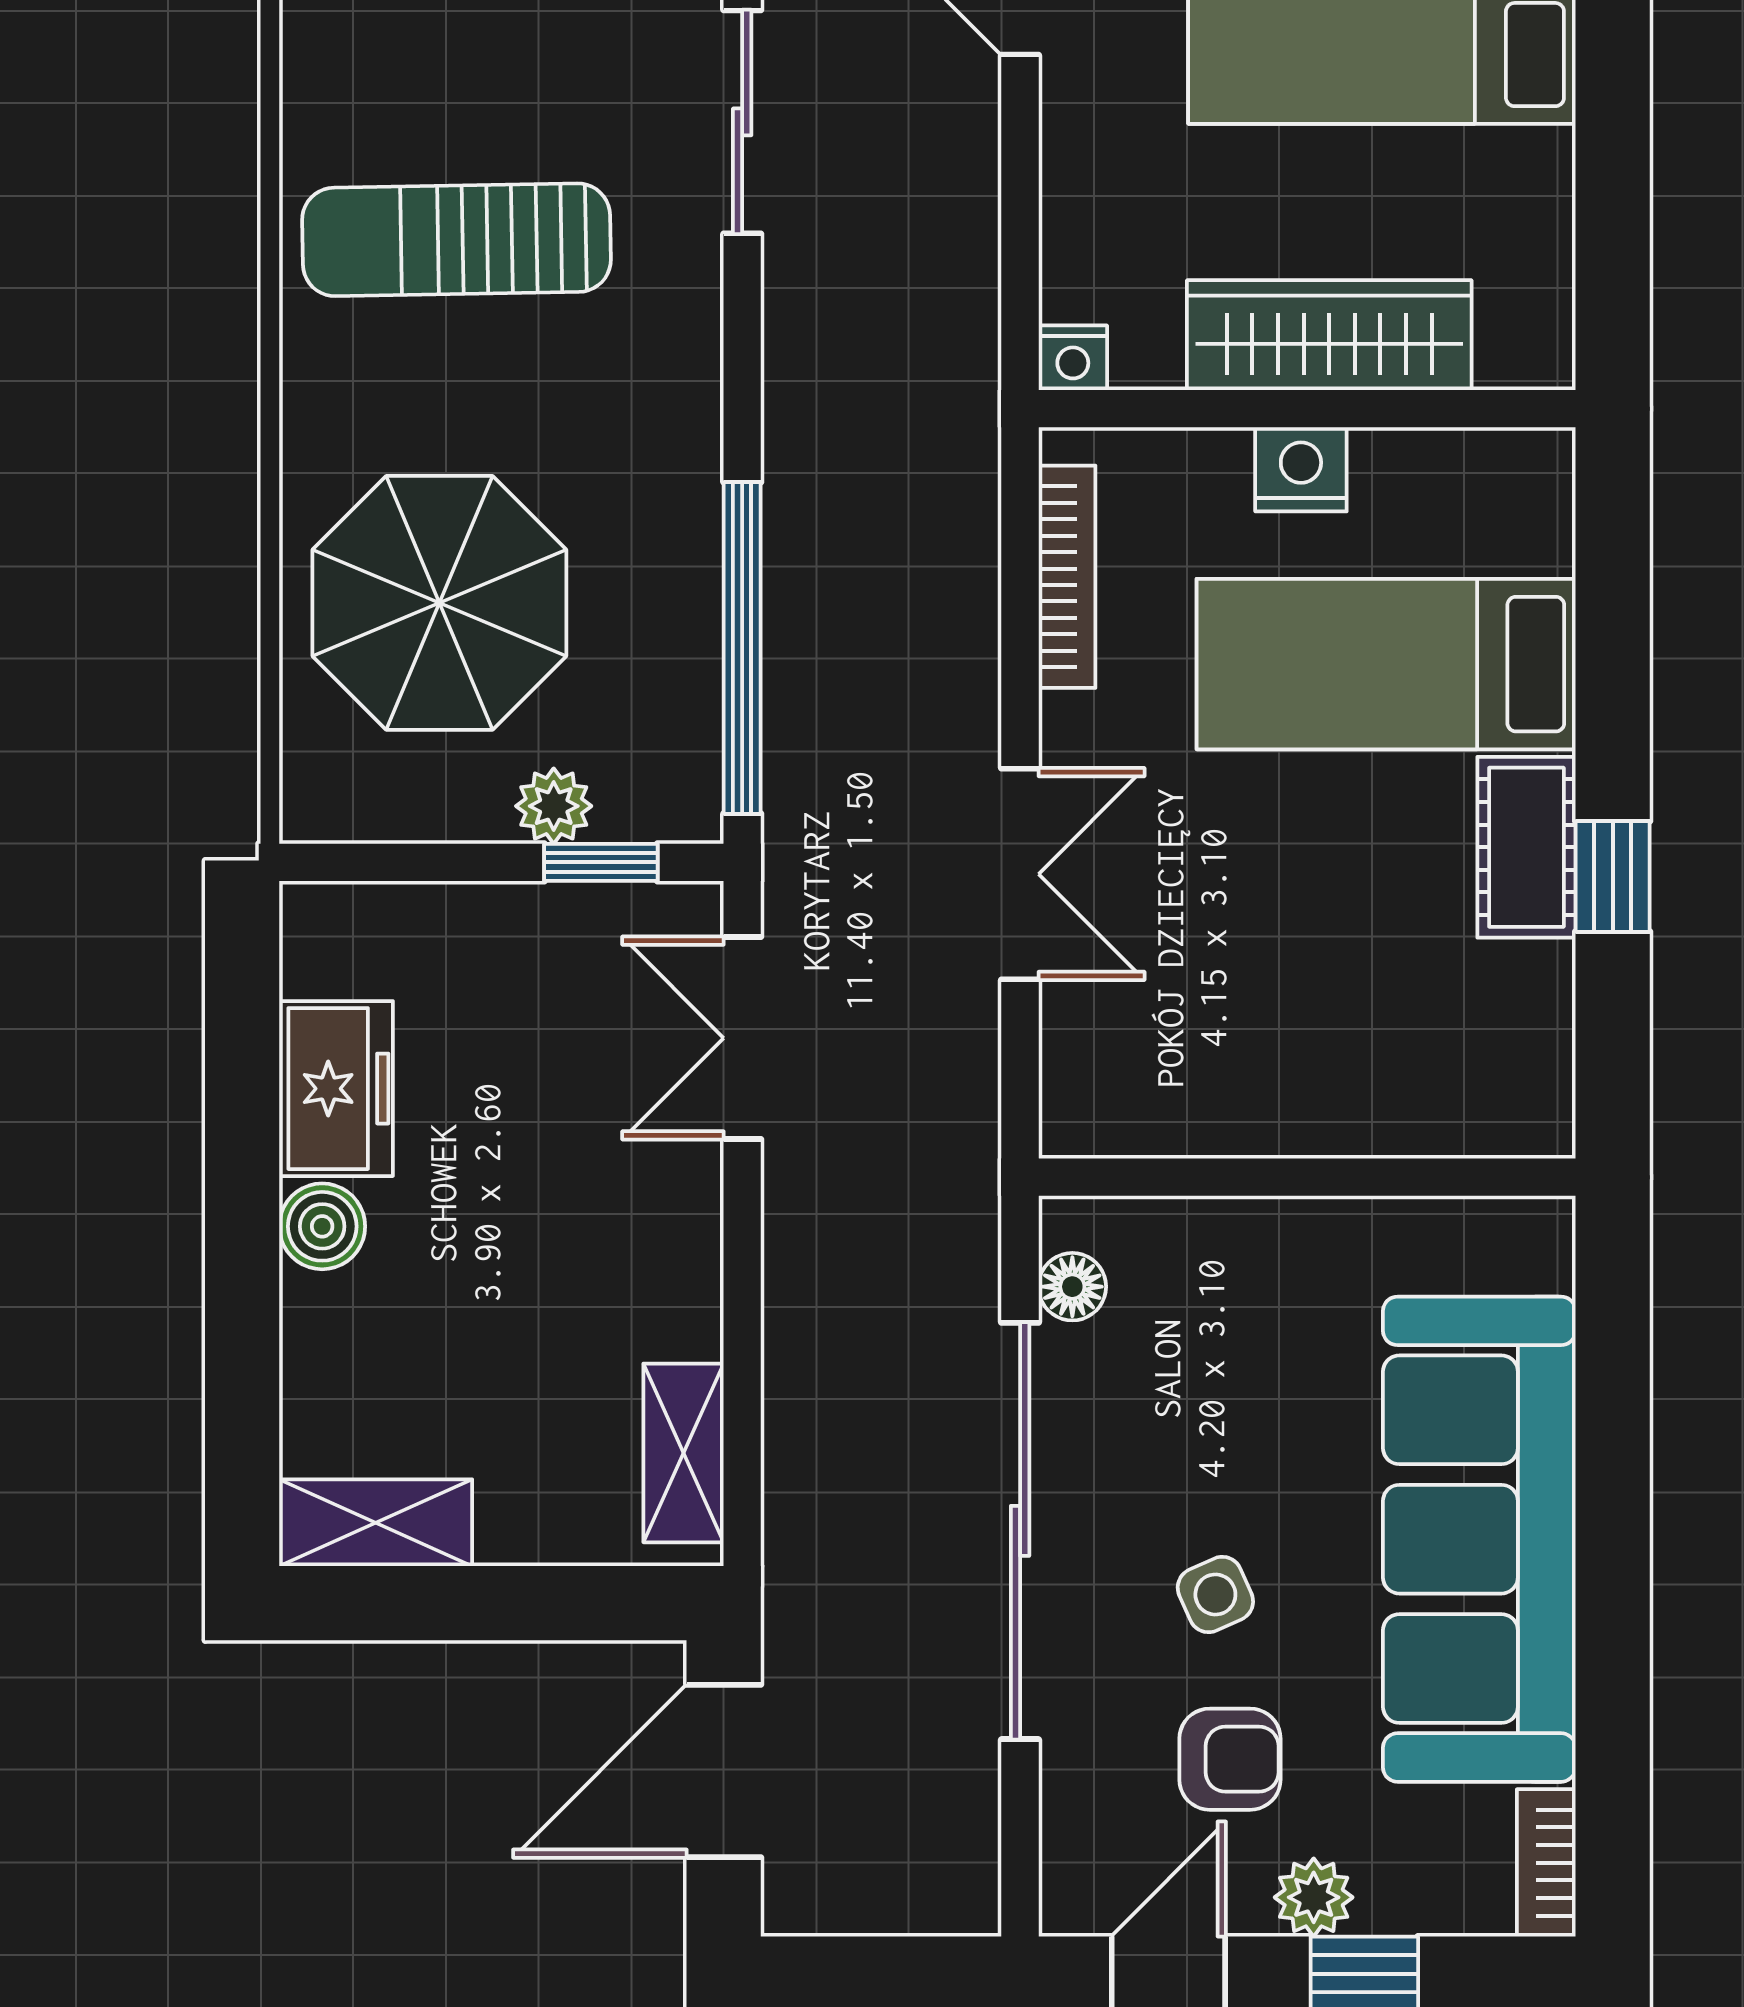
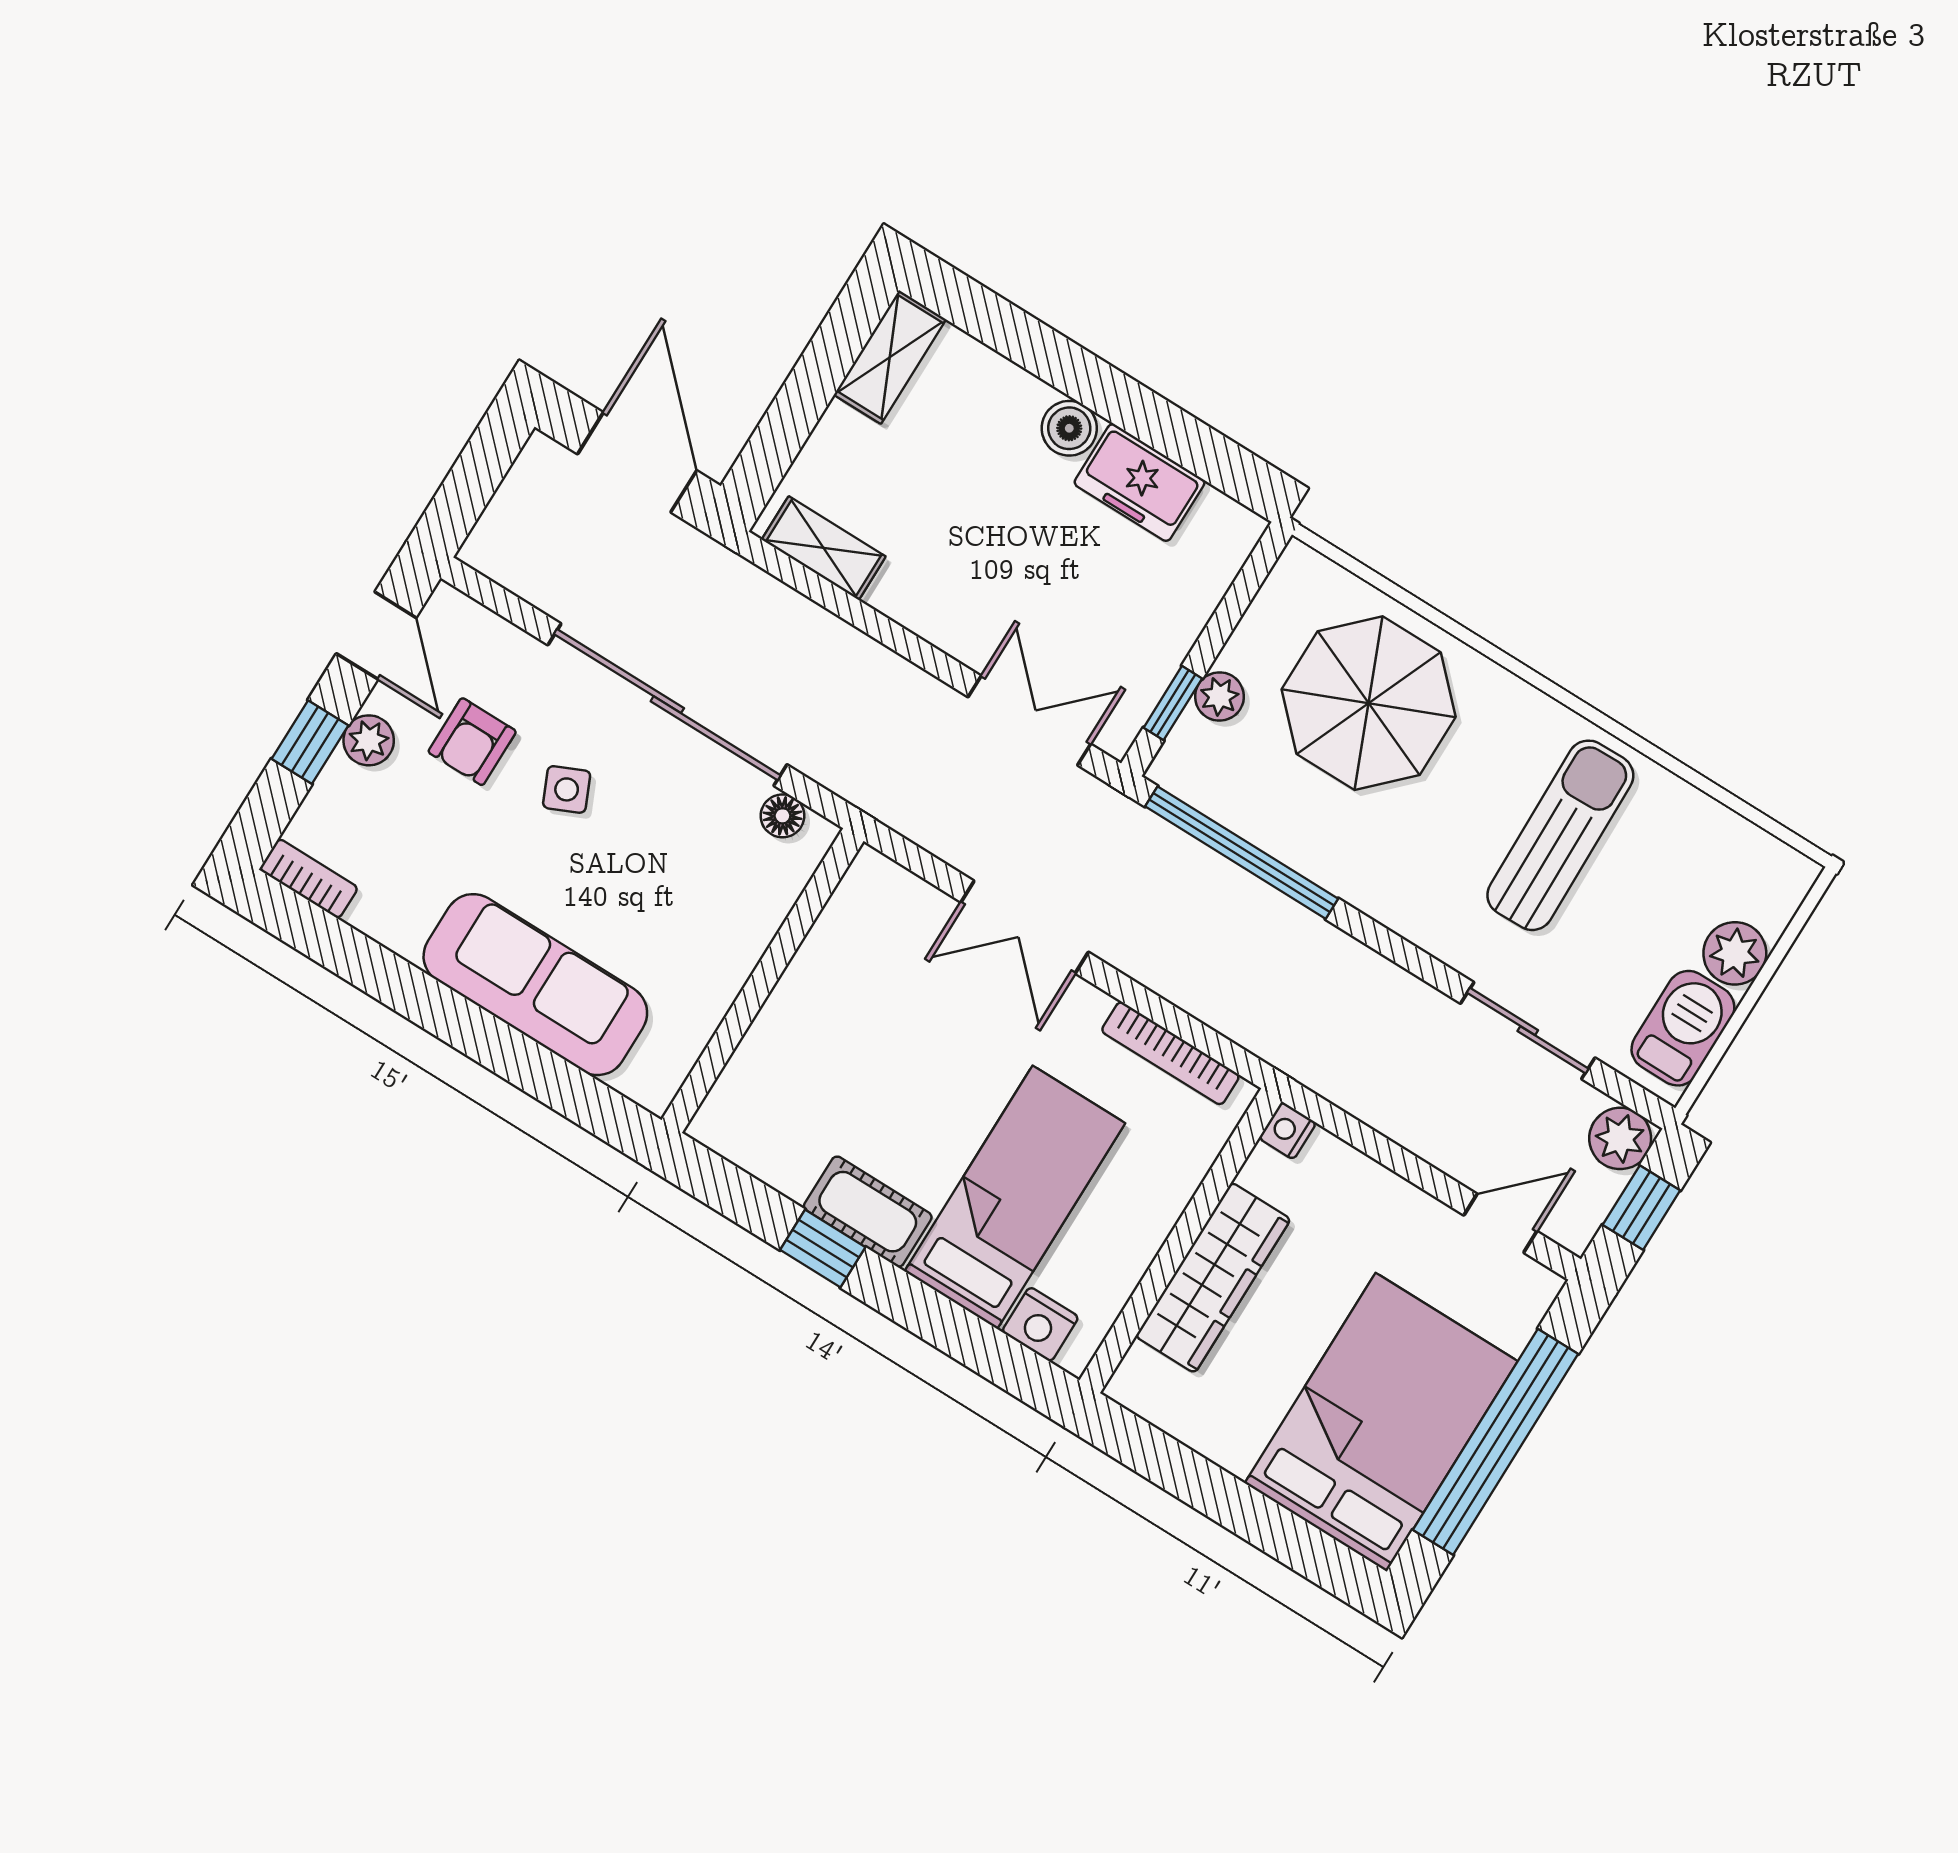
nightstand: (1301, 469) -> (1040, 1324), moved, turned 90
sofa: (1479, 1539) -> (535, 985), width x0.74, depth x0.79

